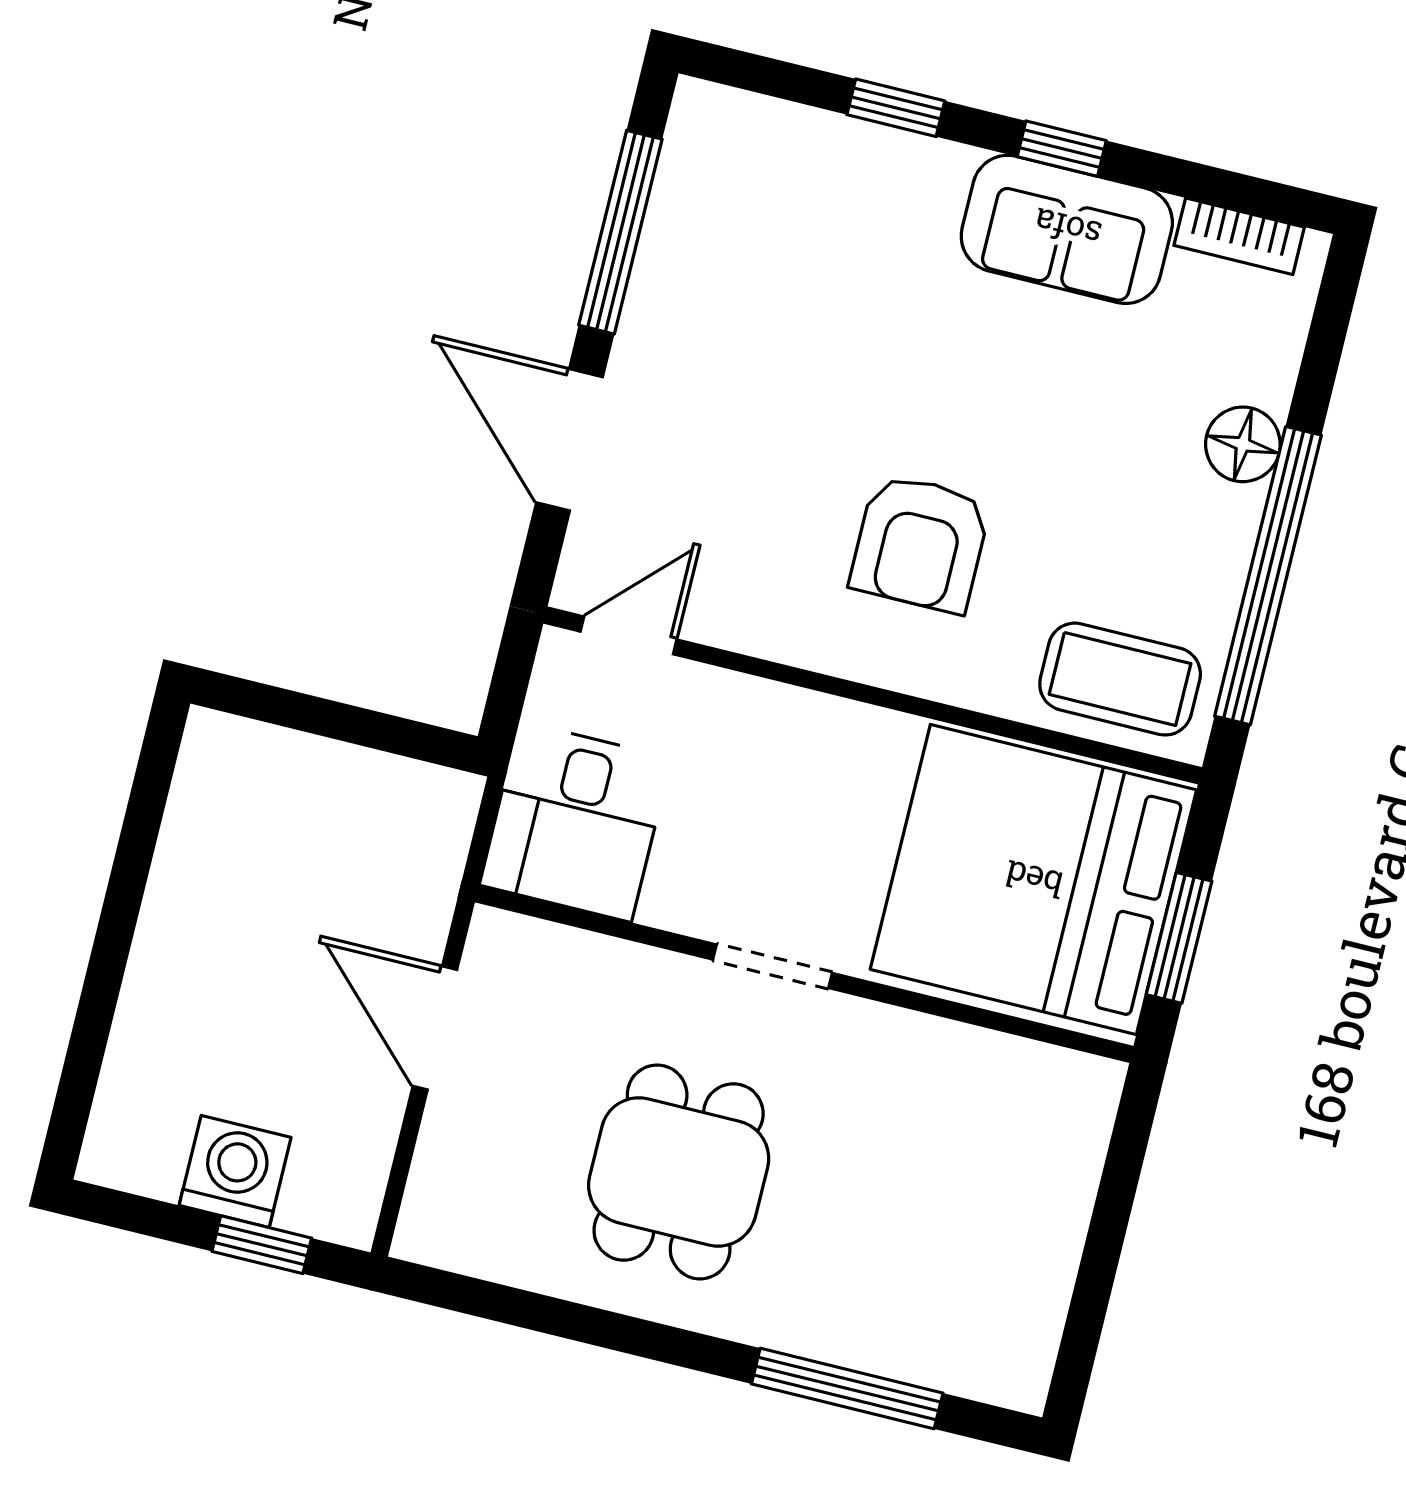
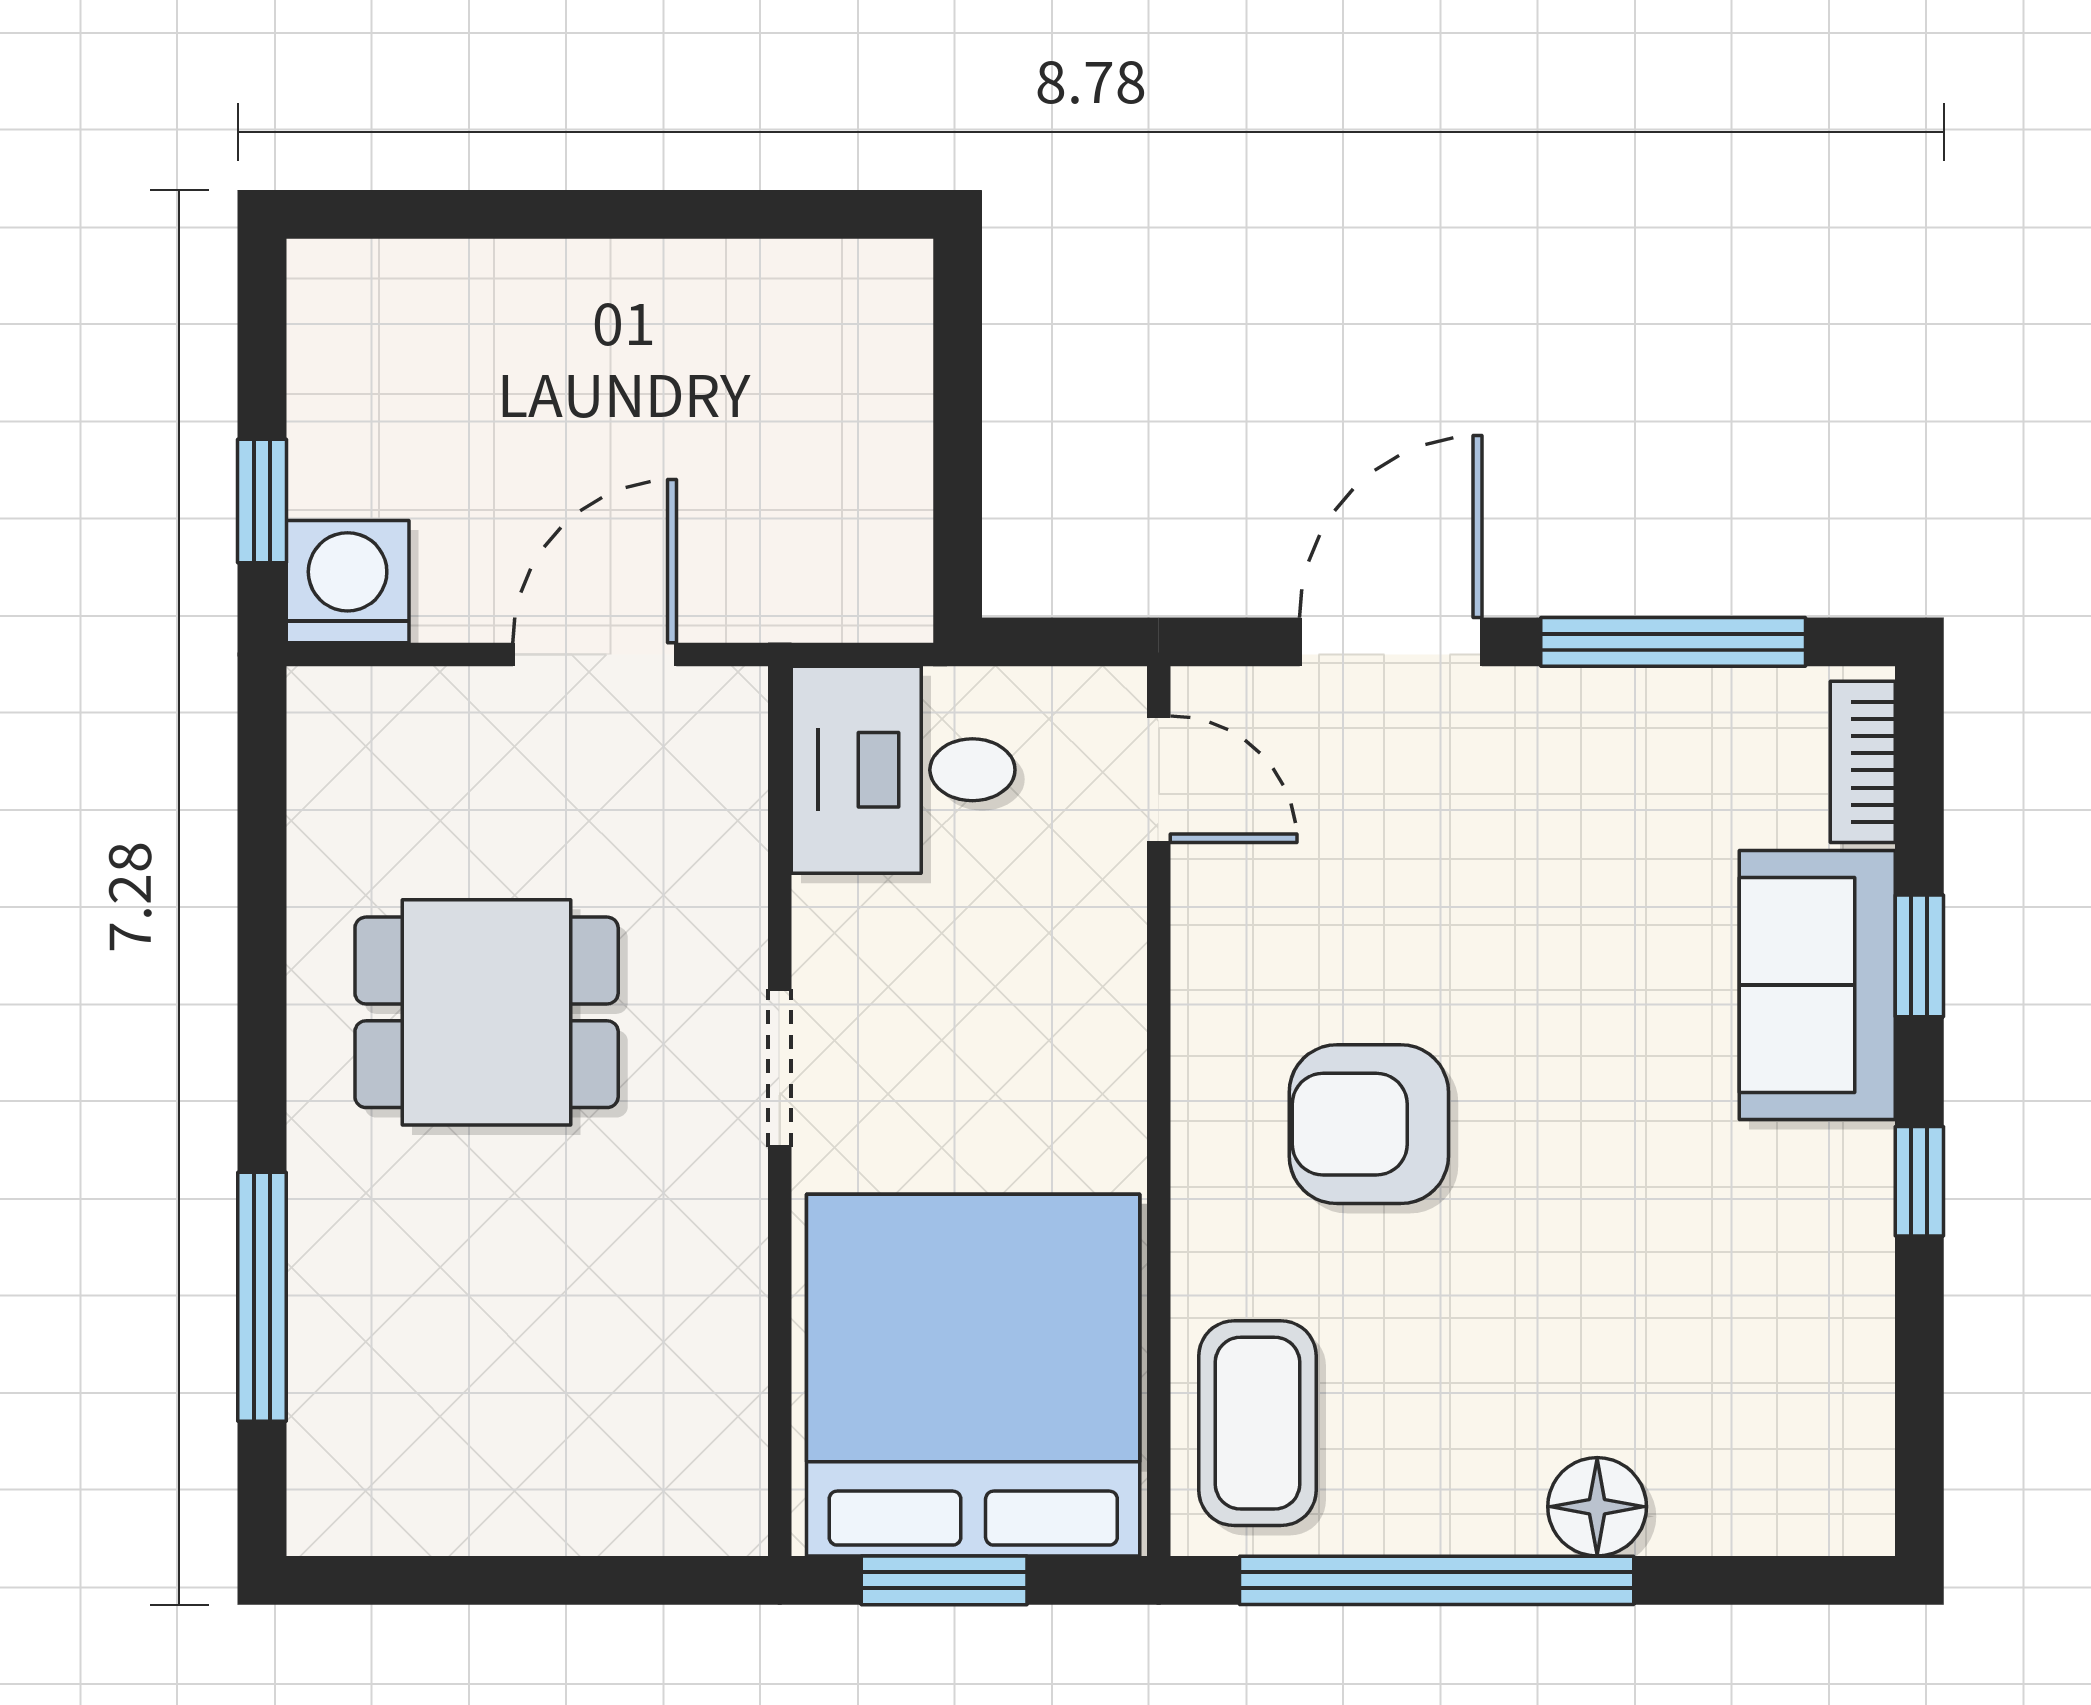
sofa: (1067, 229) -> (1817, 985), moved
bookcase: (1239, 236) -> (1863, 762), moved
washing machine: (235, 1171) -> (348, 582), moved, turned -90

